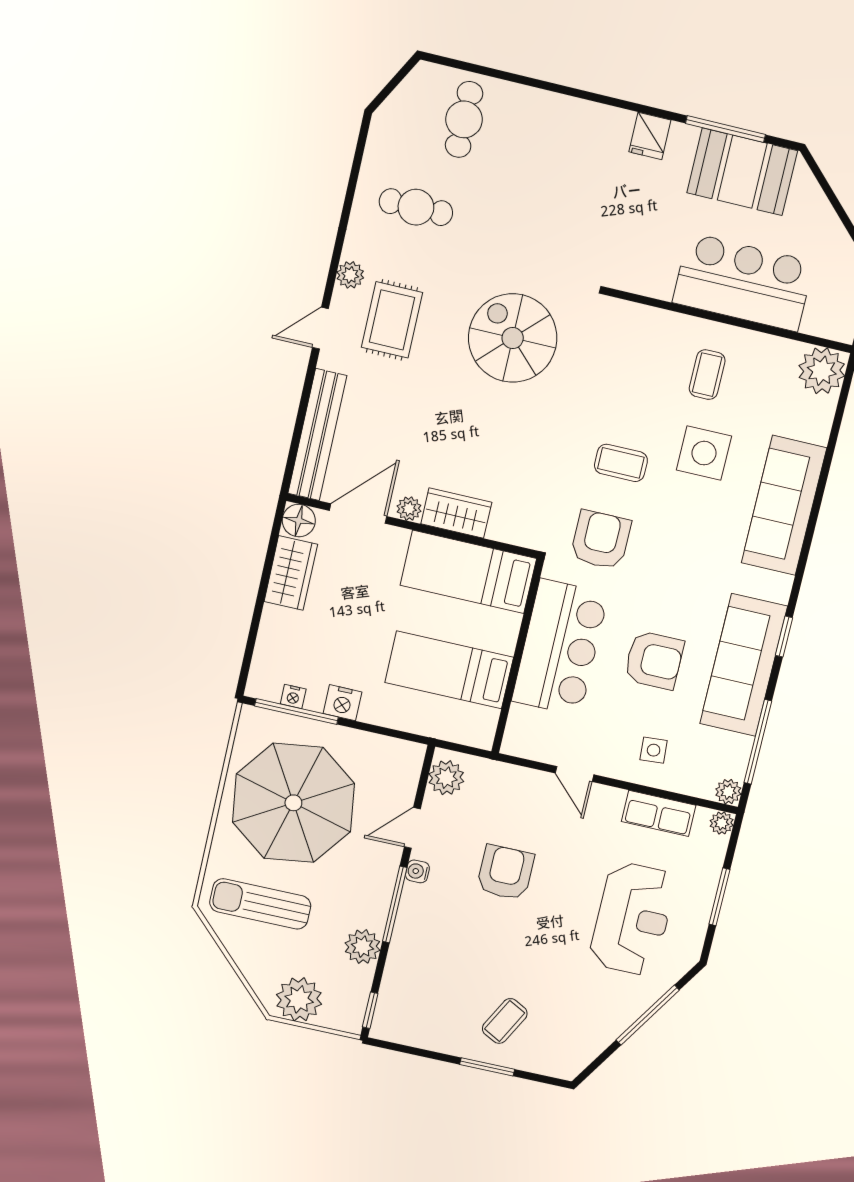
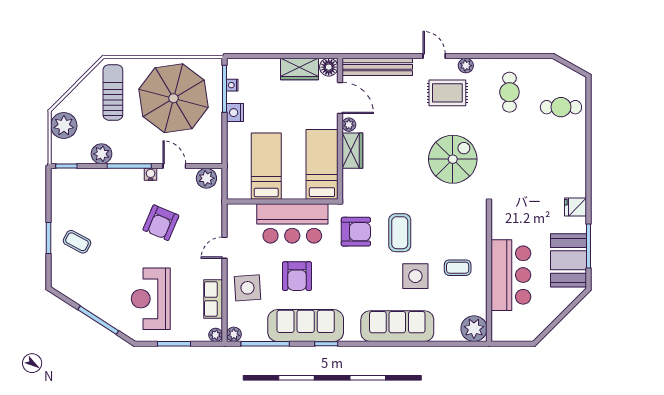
coffee table: (621, 463) -> (400, 233), width x1.36, depth x1.30
side table: (654, 750) -> (247, 288), width x1.87, depth x1.87
armchair: (505, 873) -> (161, 223), turned 113
reception desk: (633, 919) -> (151, 299), turned 90

